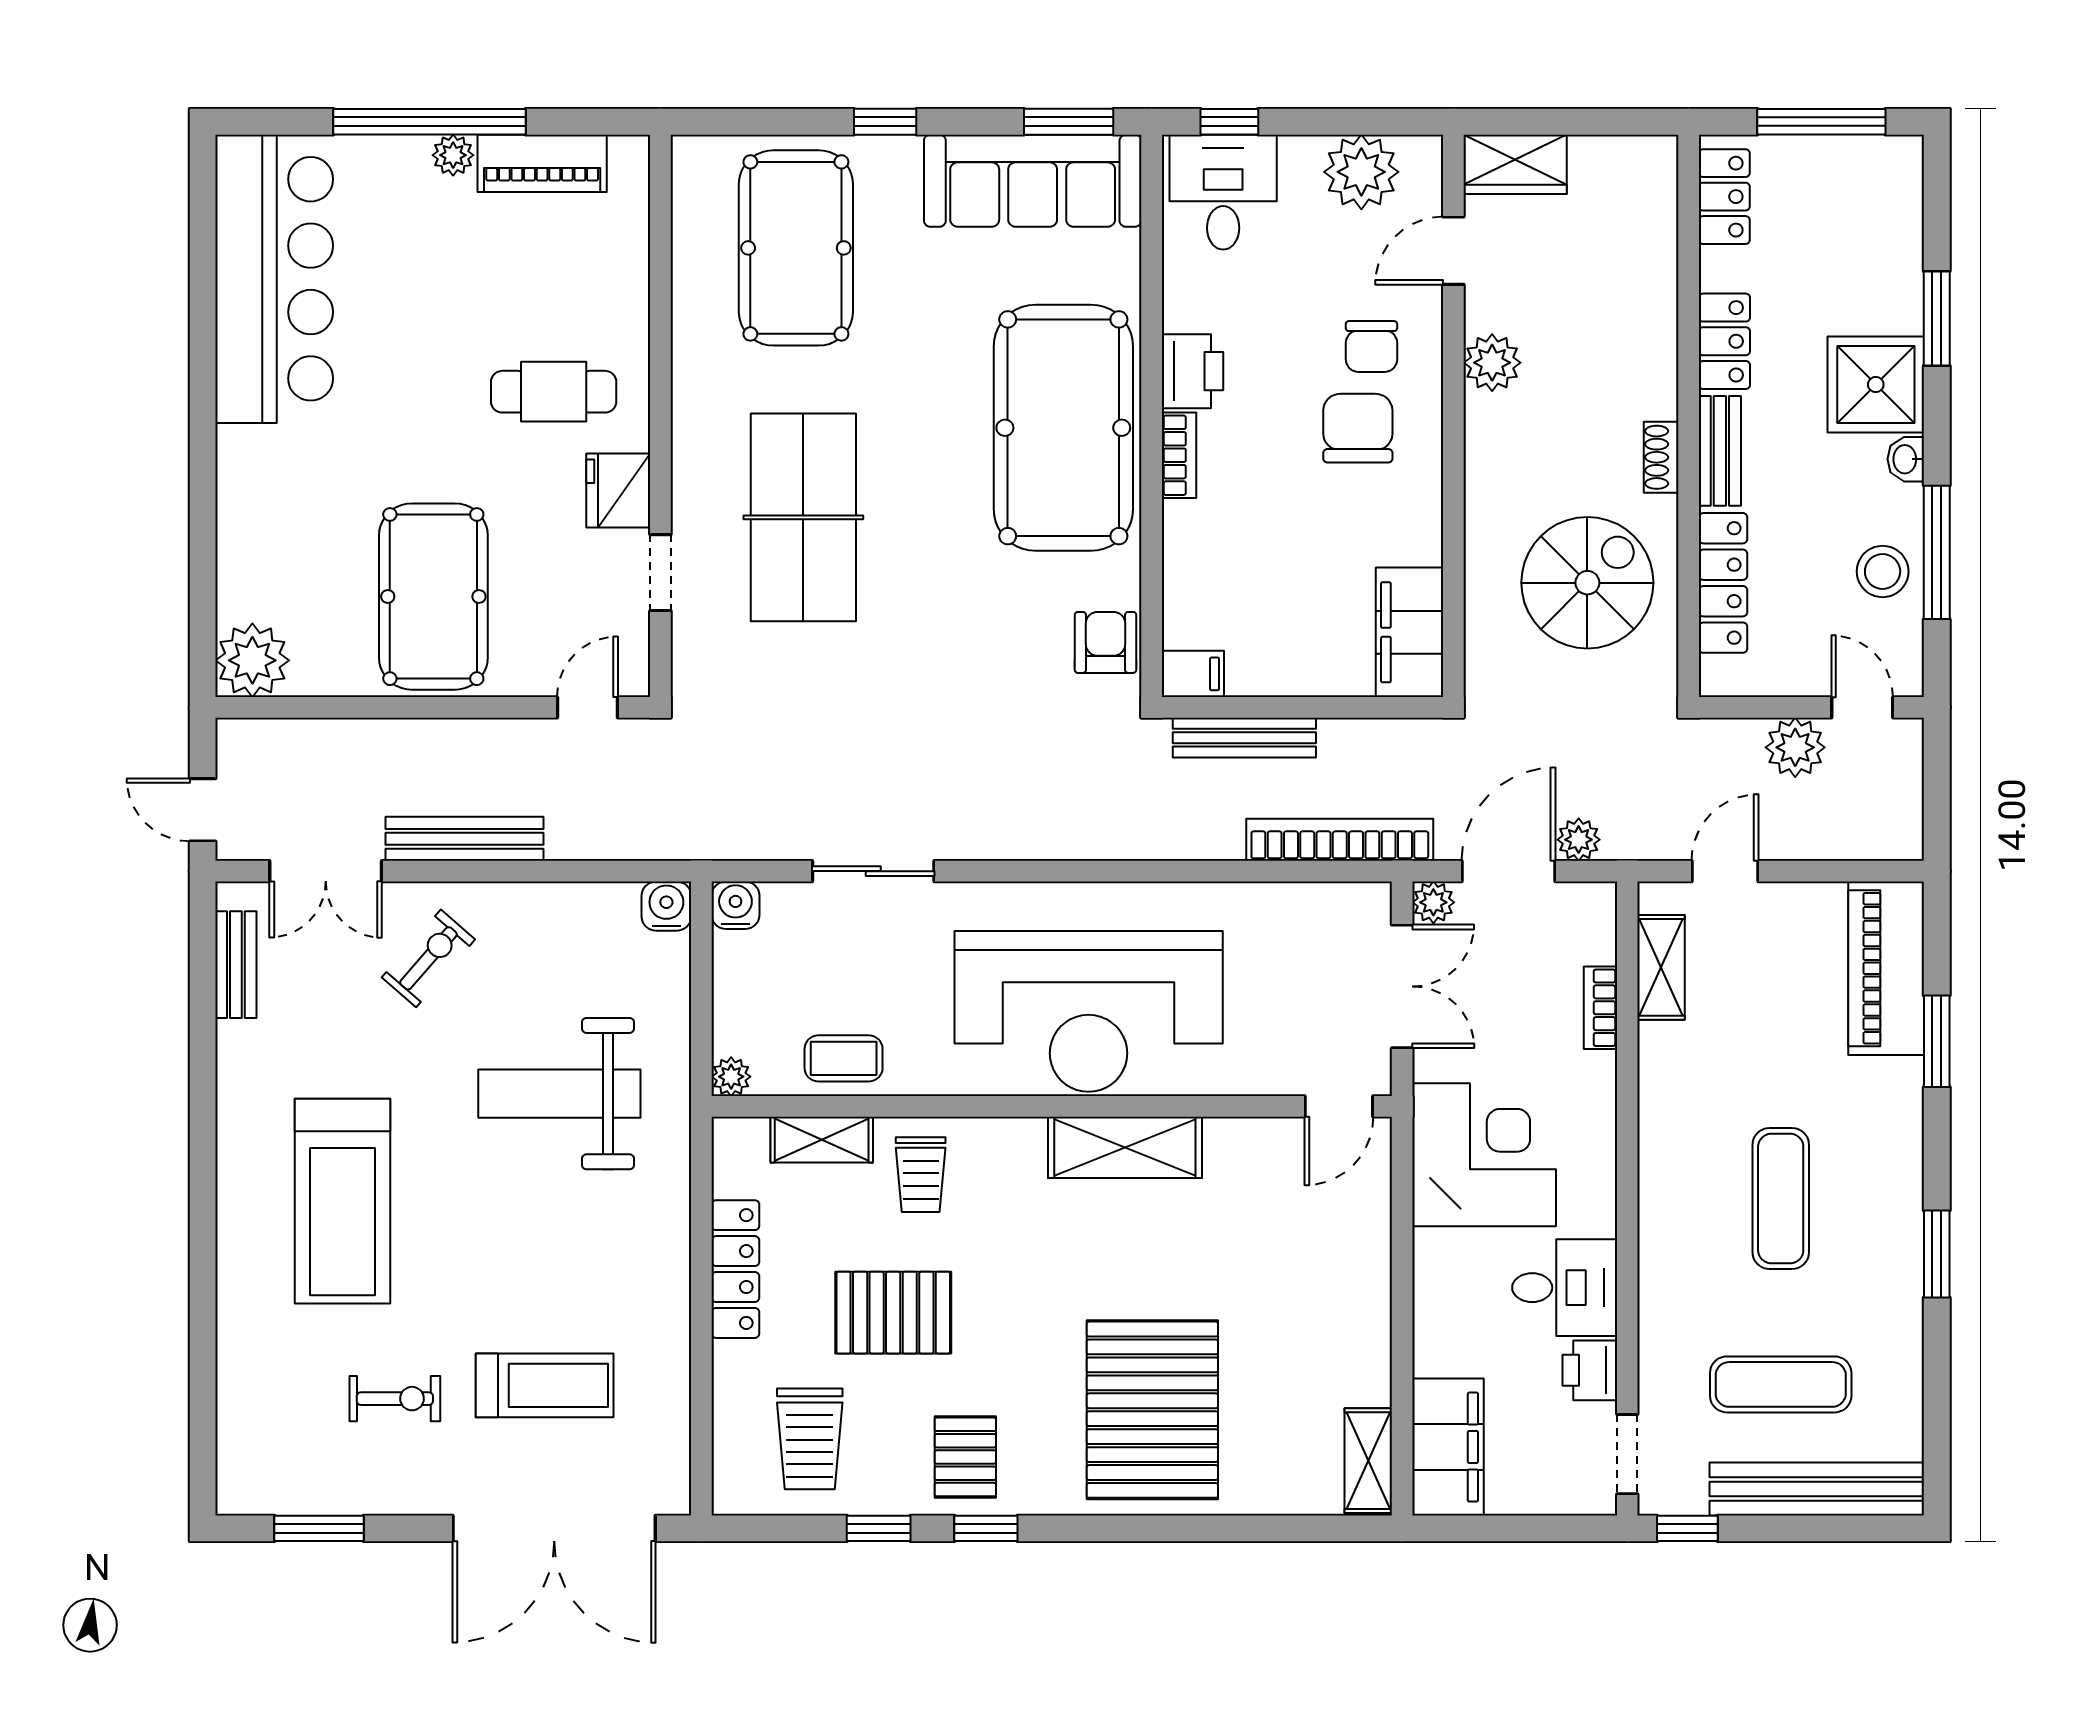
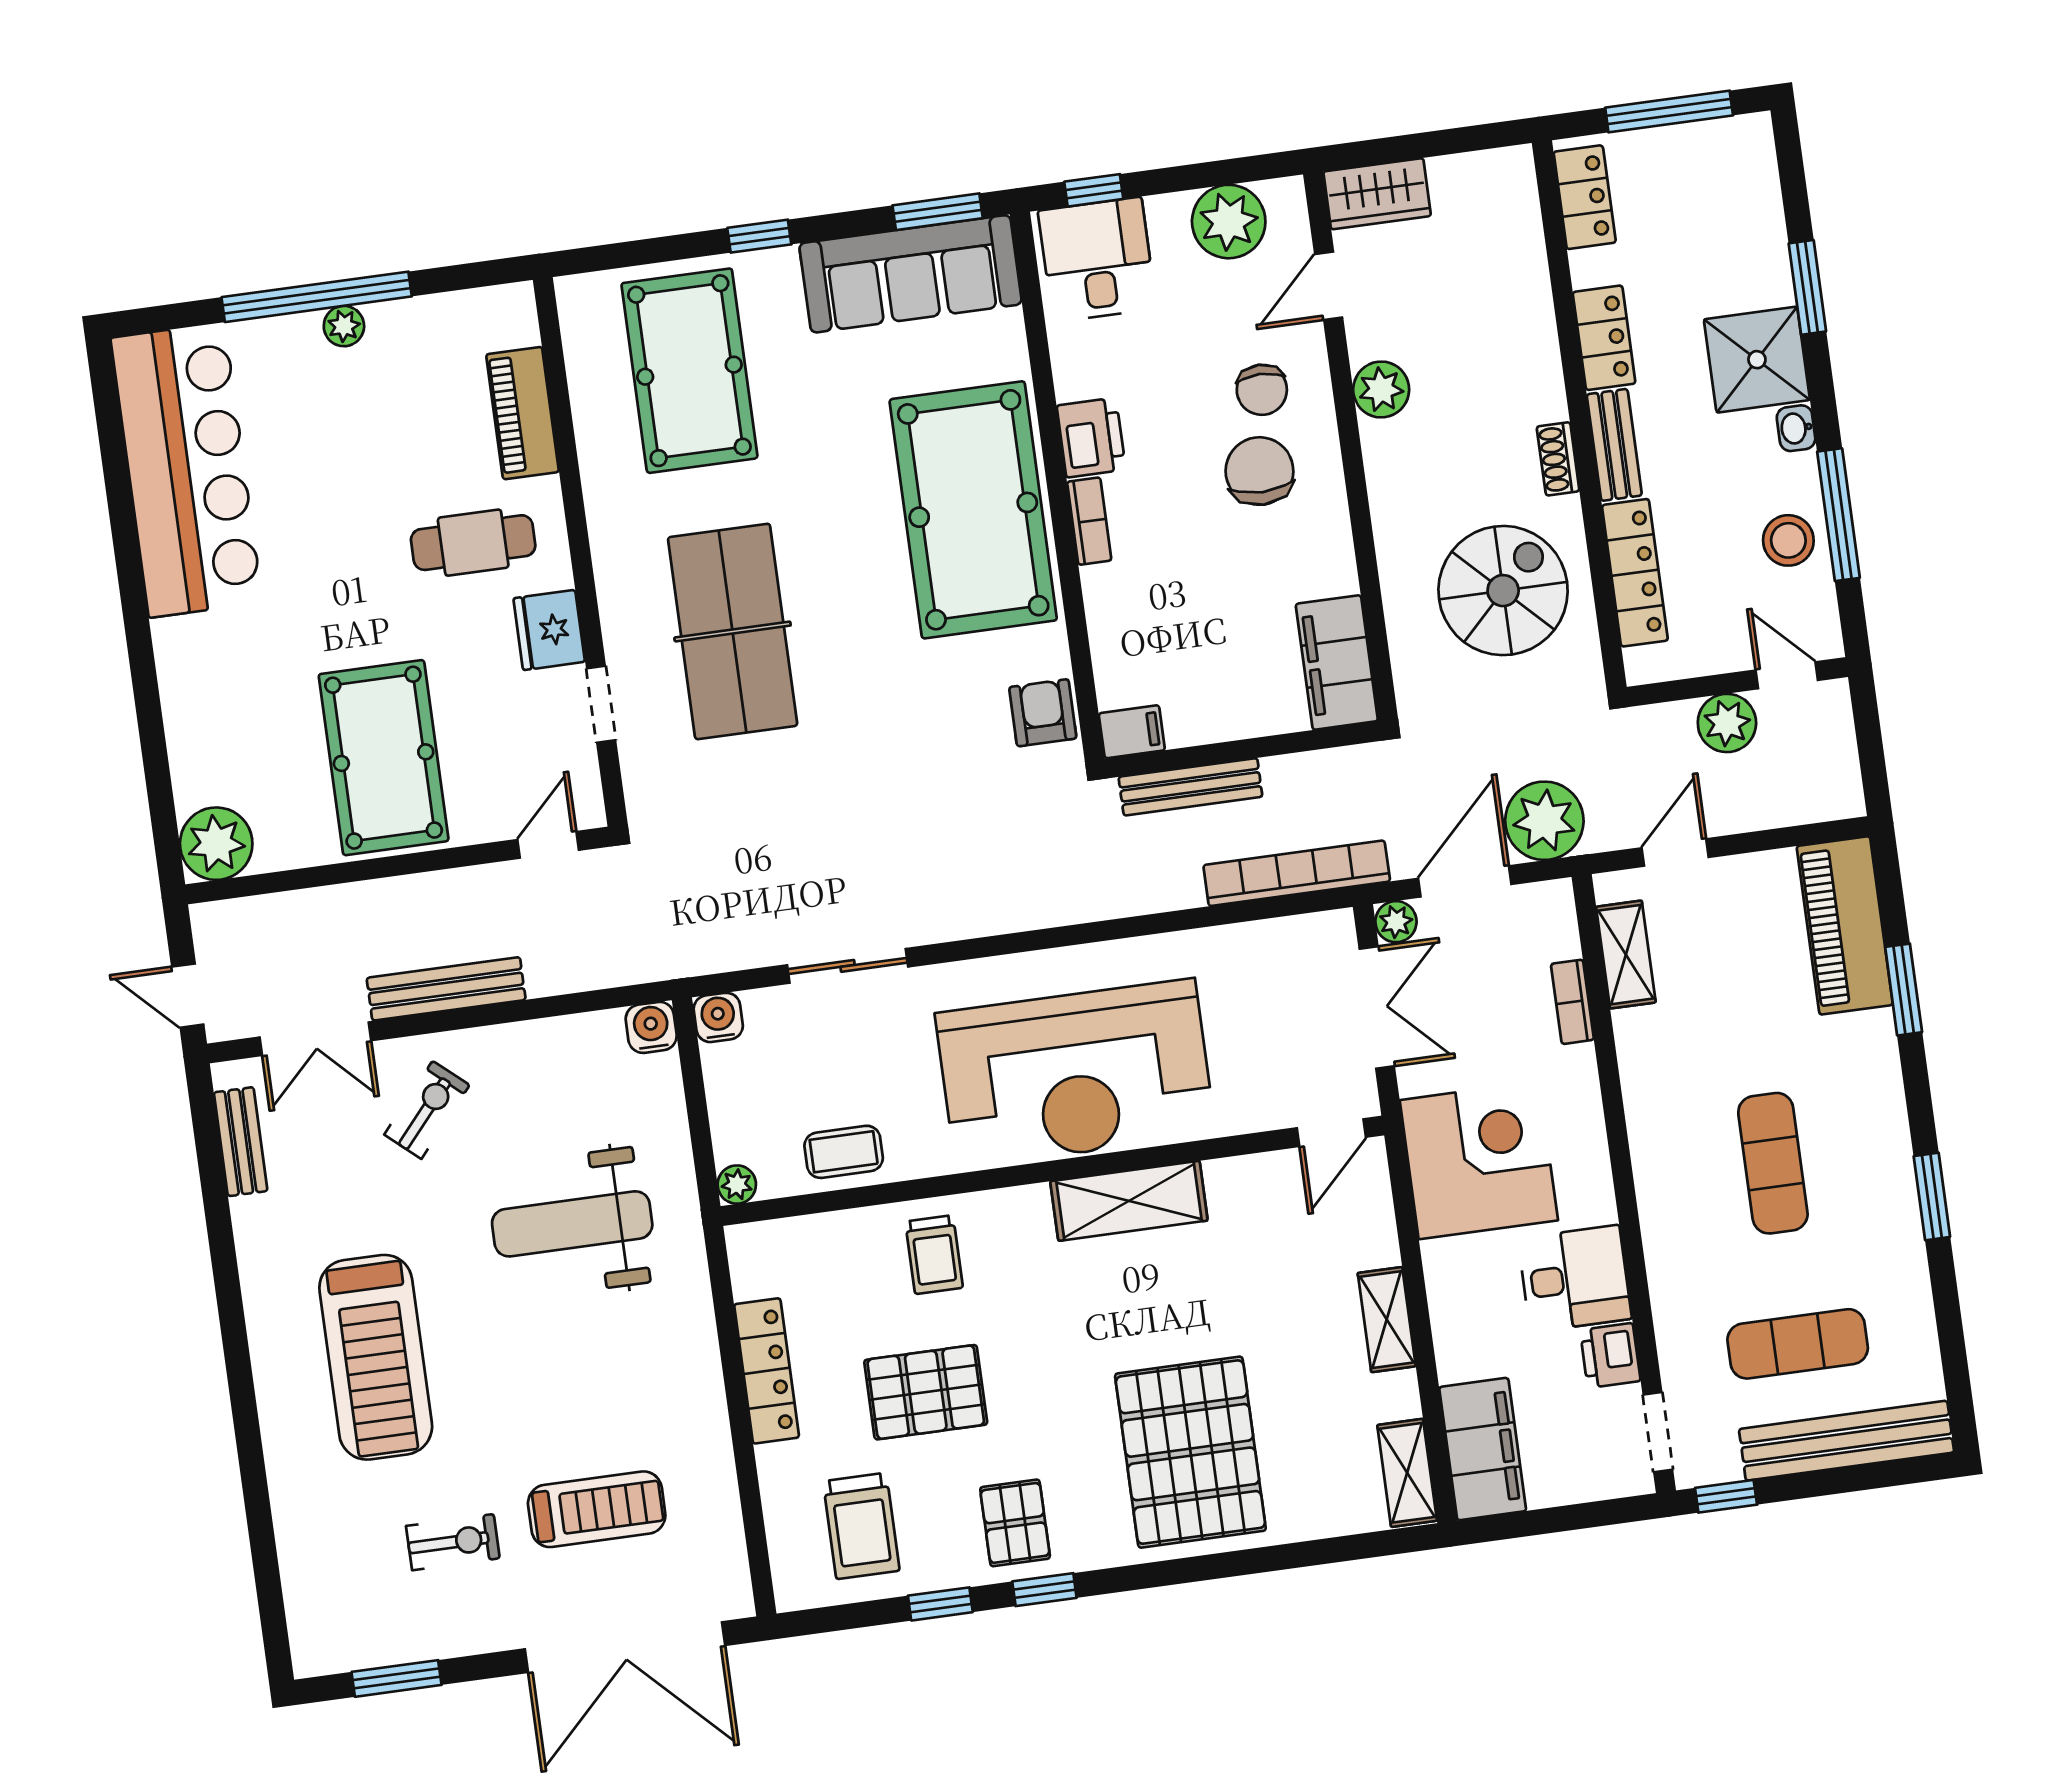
piano: (542, 163) -> (523, 413), moved, turned 90
plant: (1579, 840) -> (1544, 821), width x1.87, depth x1.87
shelving: (822, 1140) -> (1387, 1320), moved, turned 90

